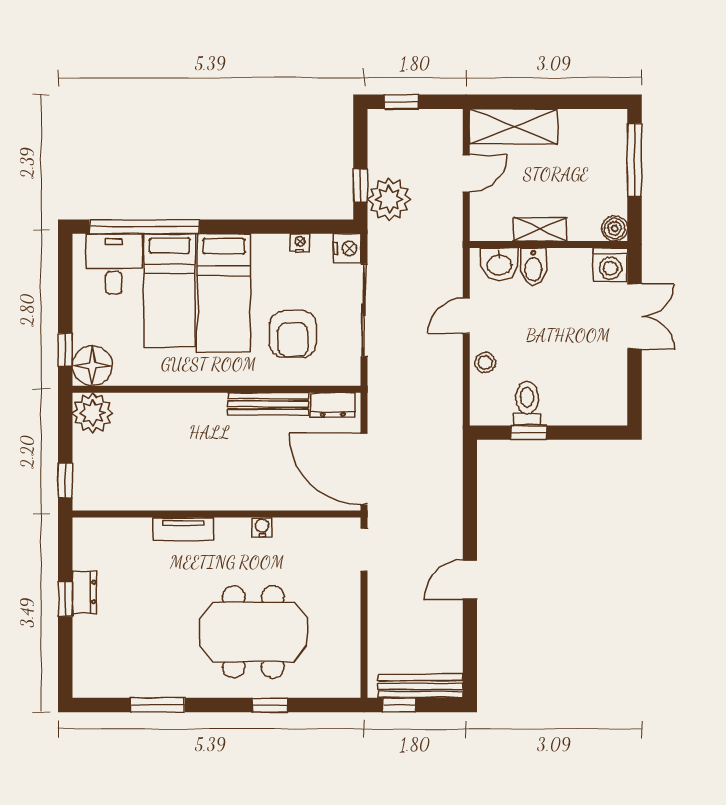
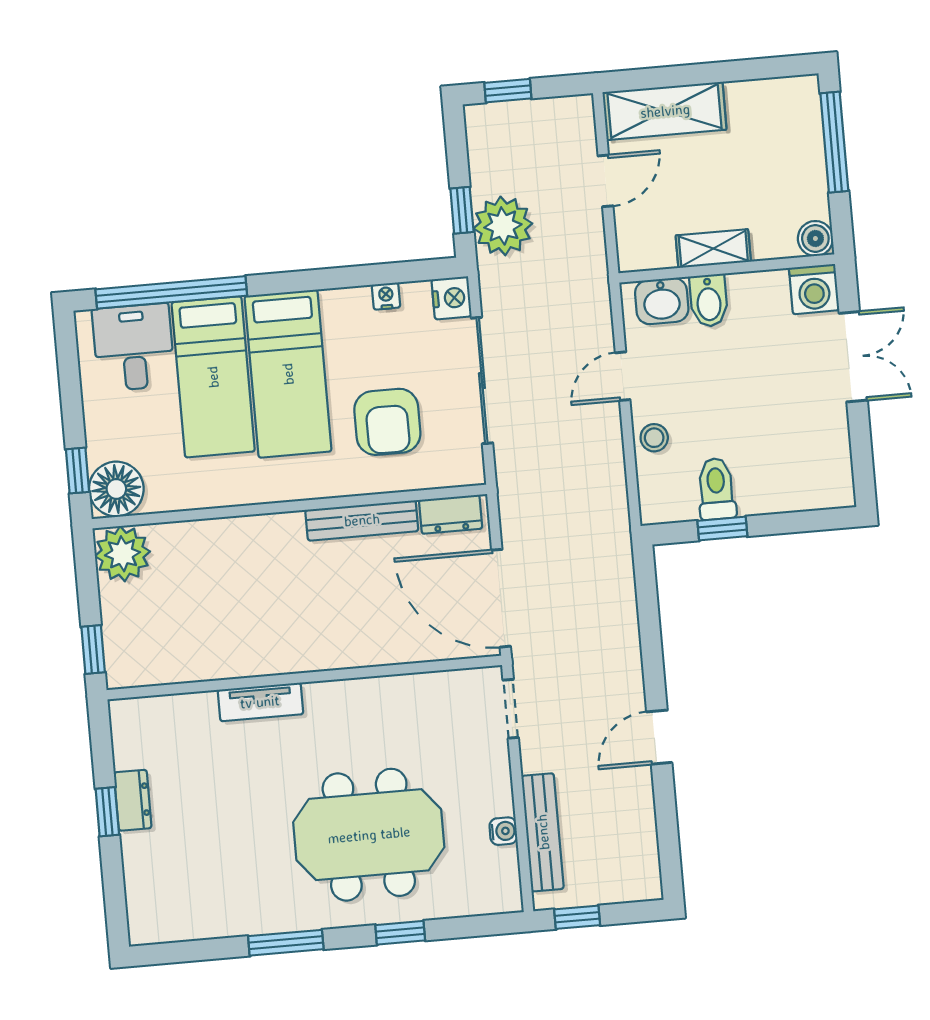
water cooler: (262, 527) -> (503, 831), moved, turned 90
bench: (421, 686) -> (543, 832), moved, turned 90
window: (158, 705) -> (286, 943), moved

